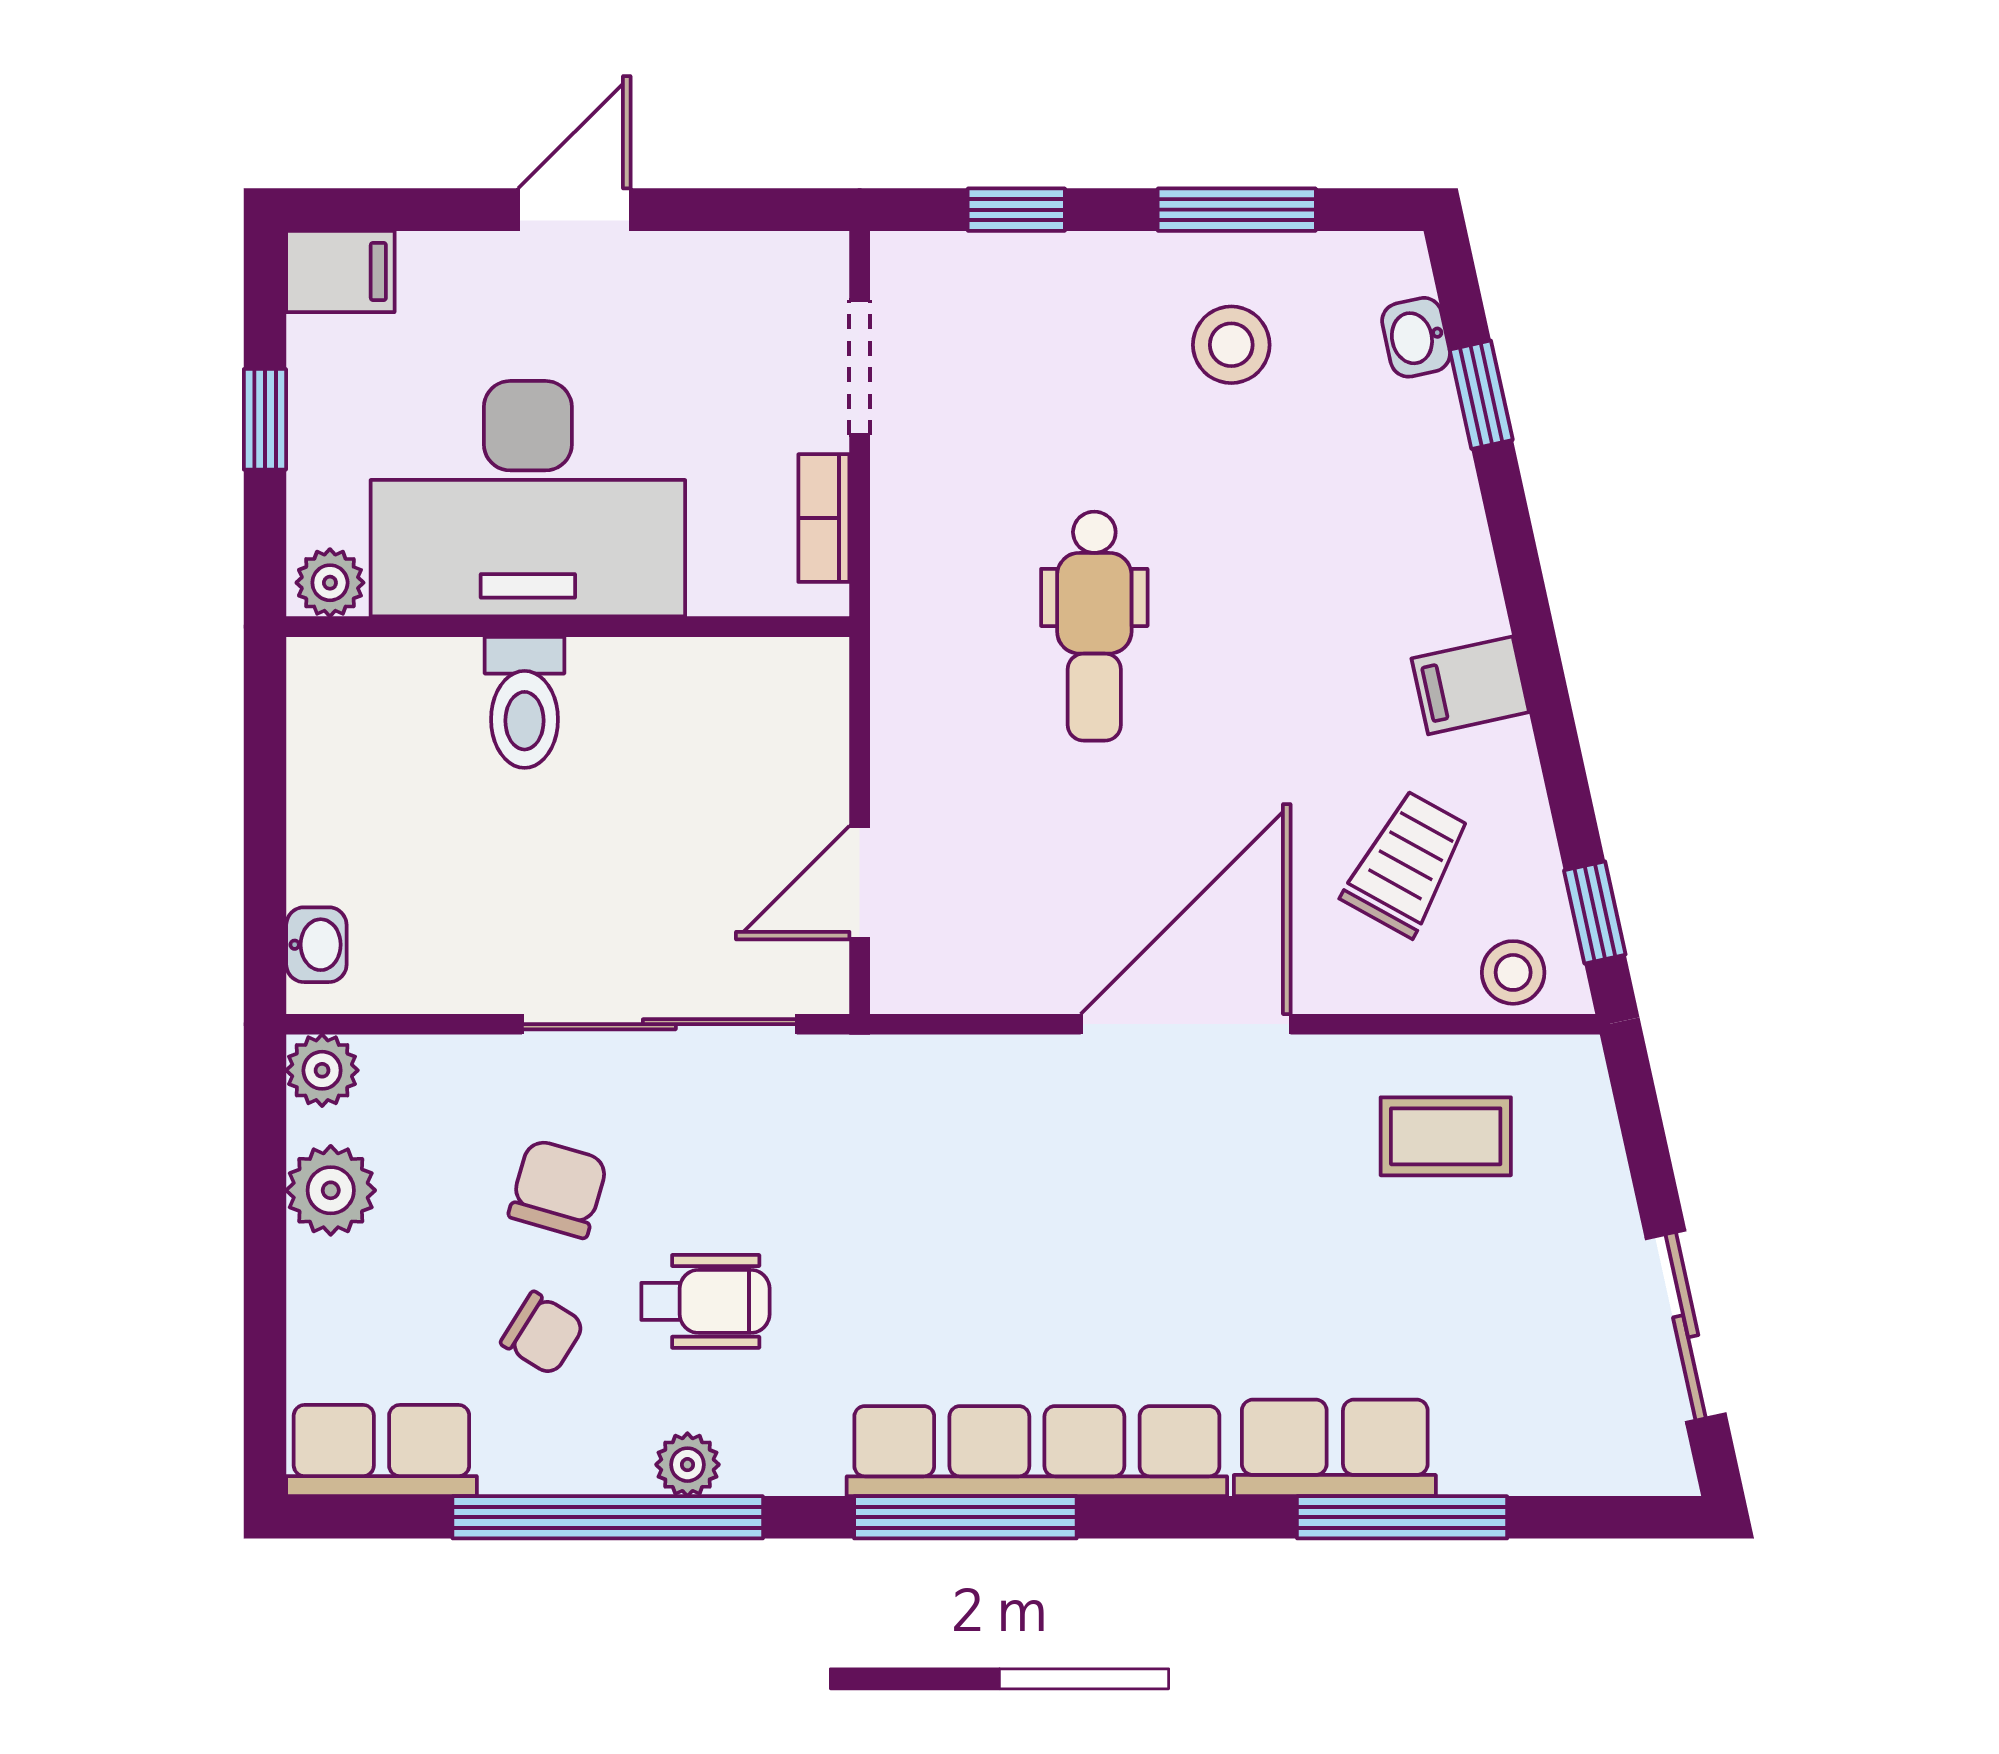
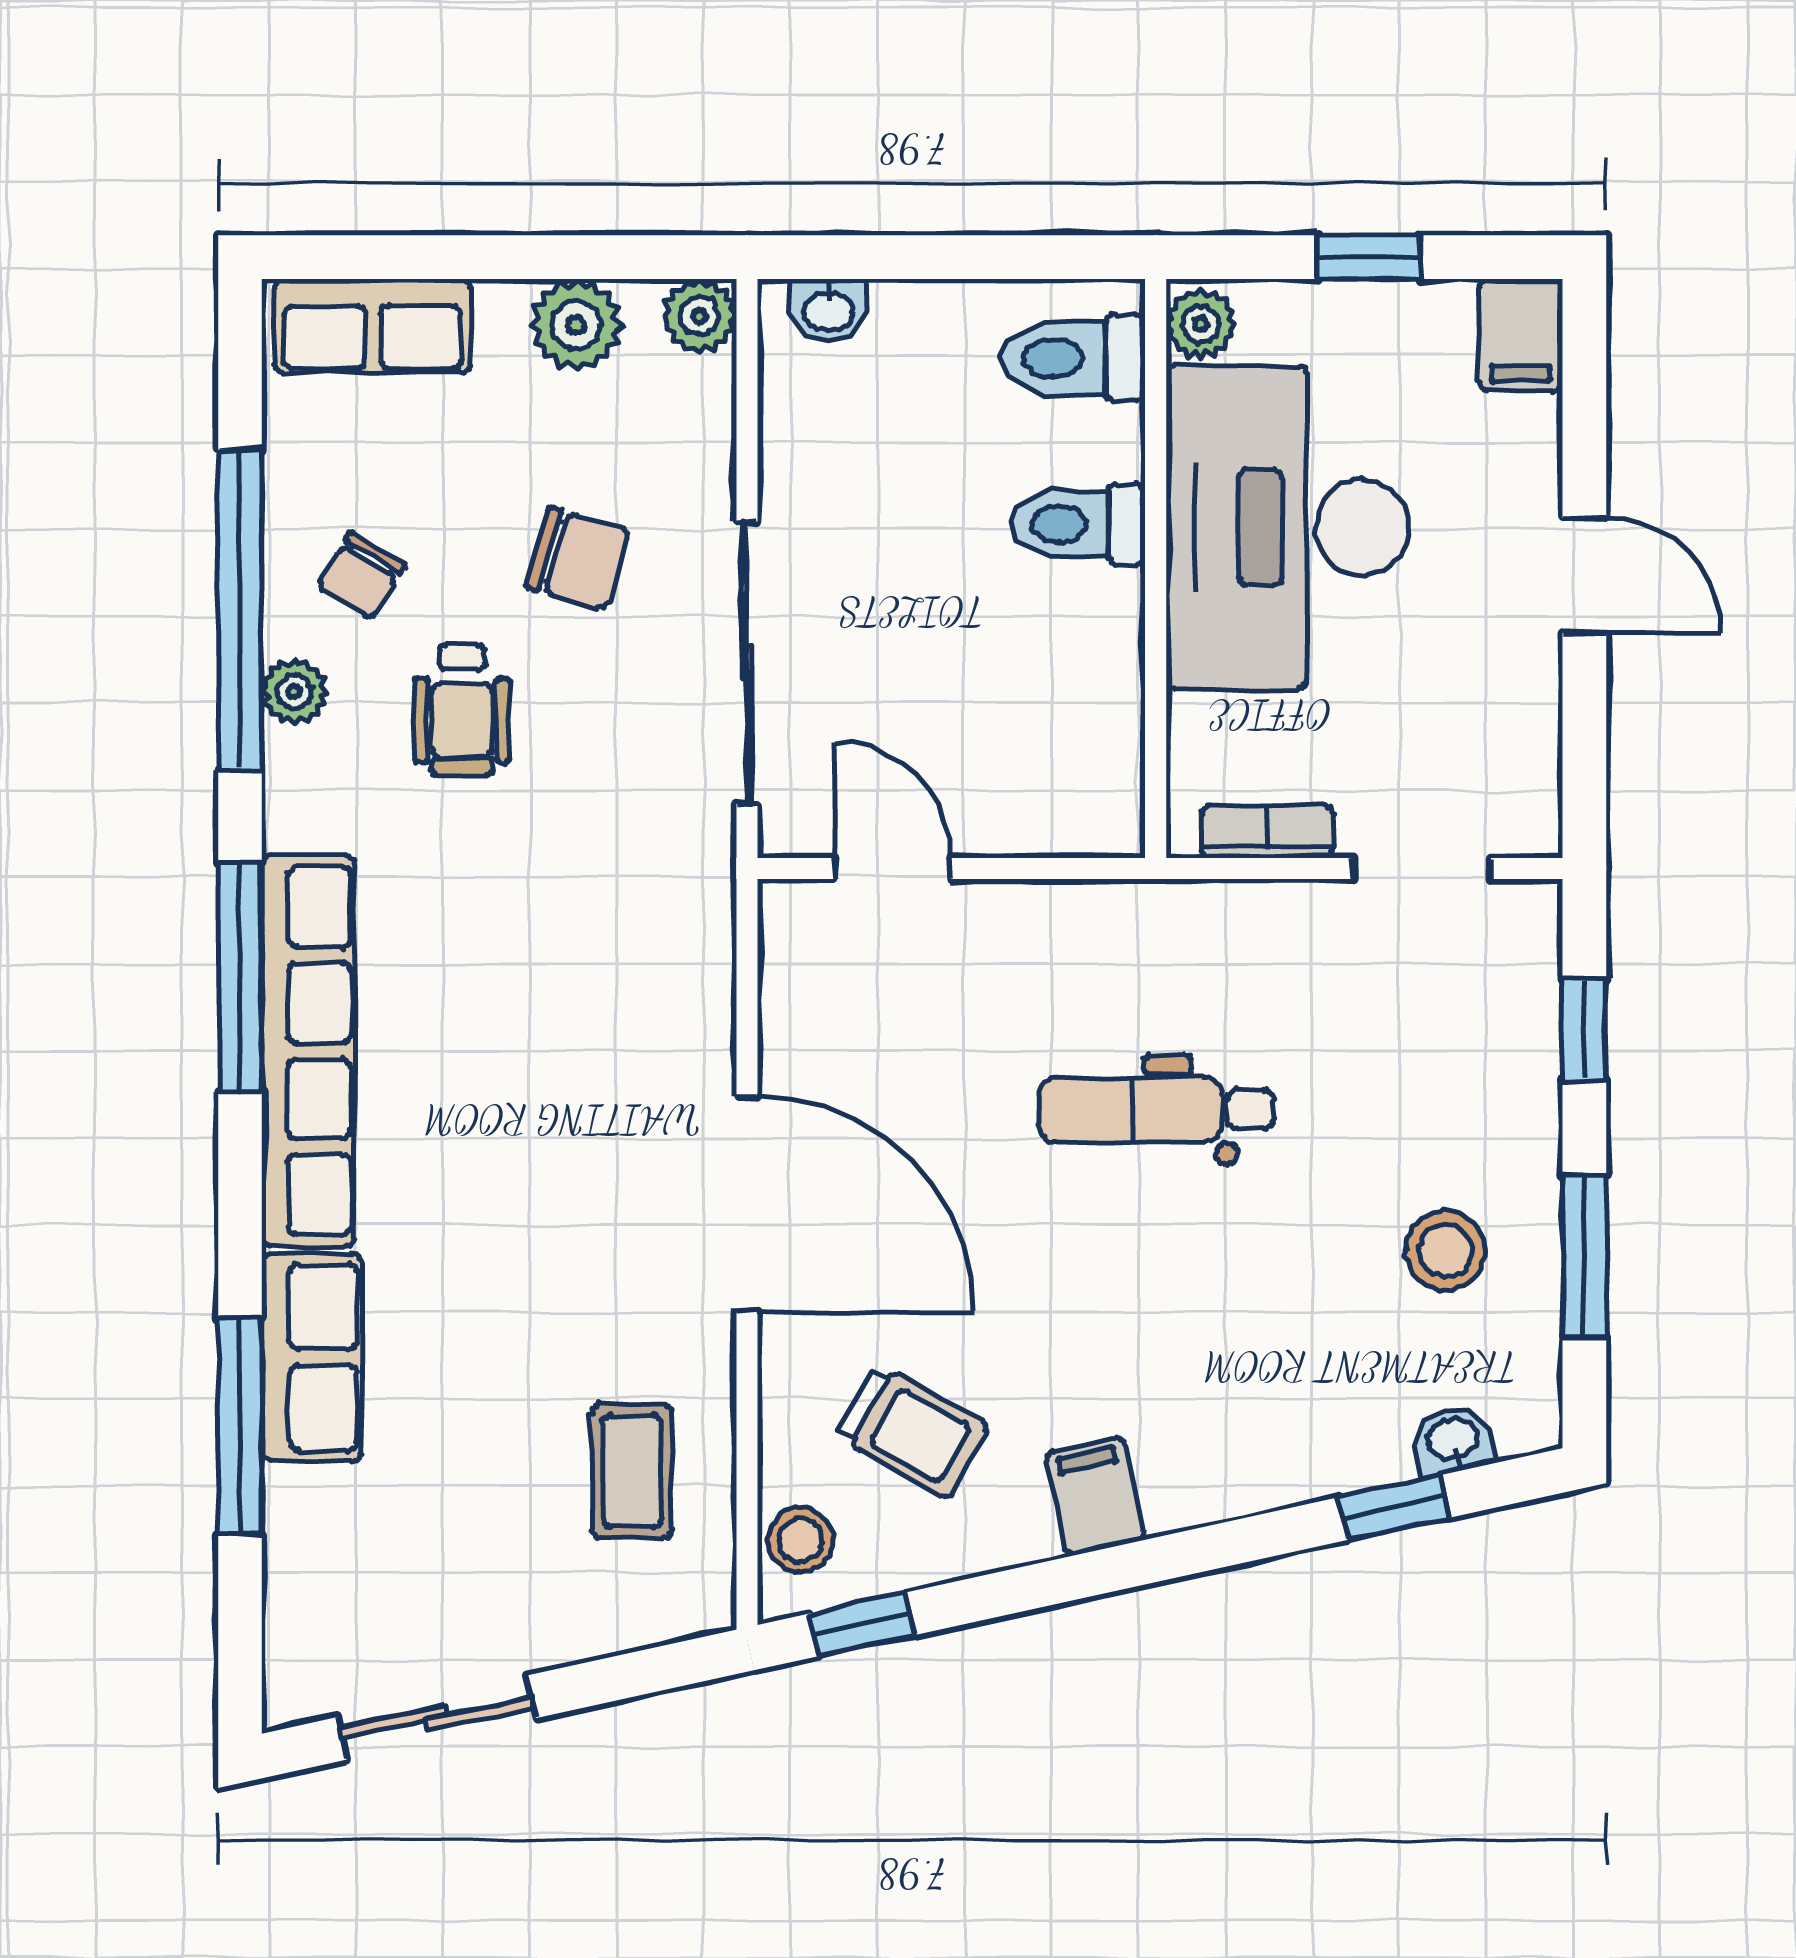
toilet: (363, 707) -> (1073, 358), added
chair: (543, 1333) -> (361, 576), moved
row of seats: (381, 1451) -> (372, 326), moved, turned 90

